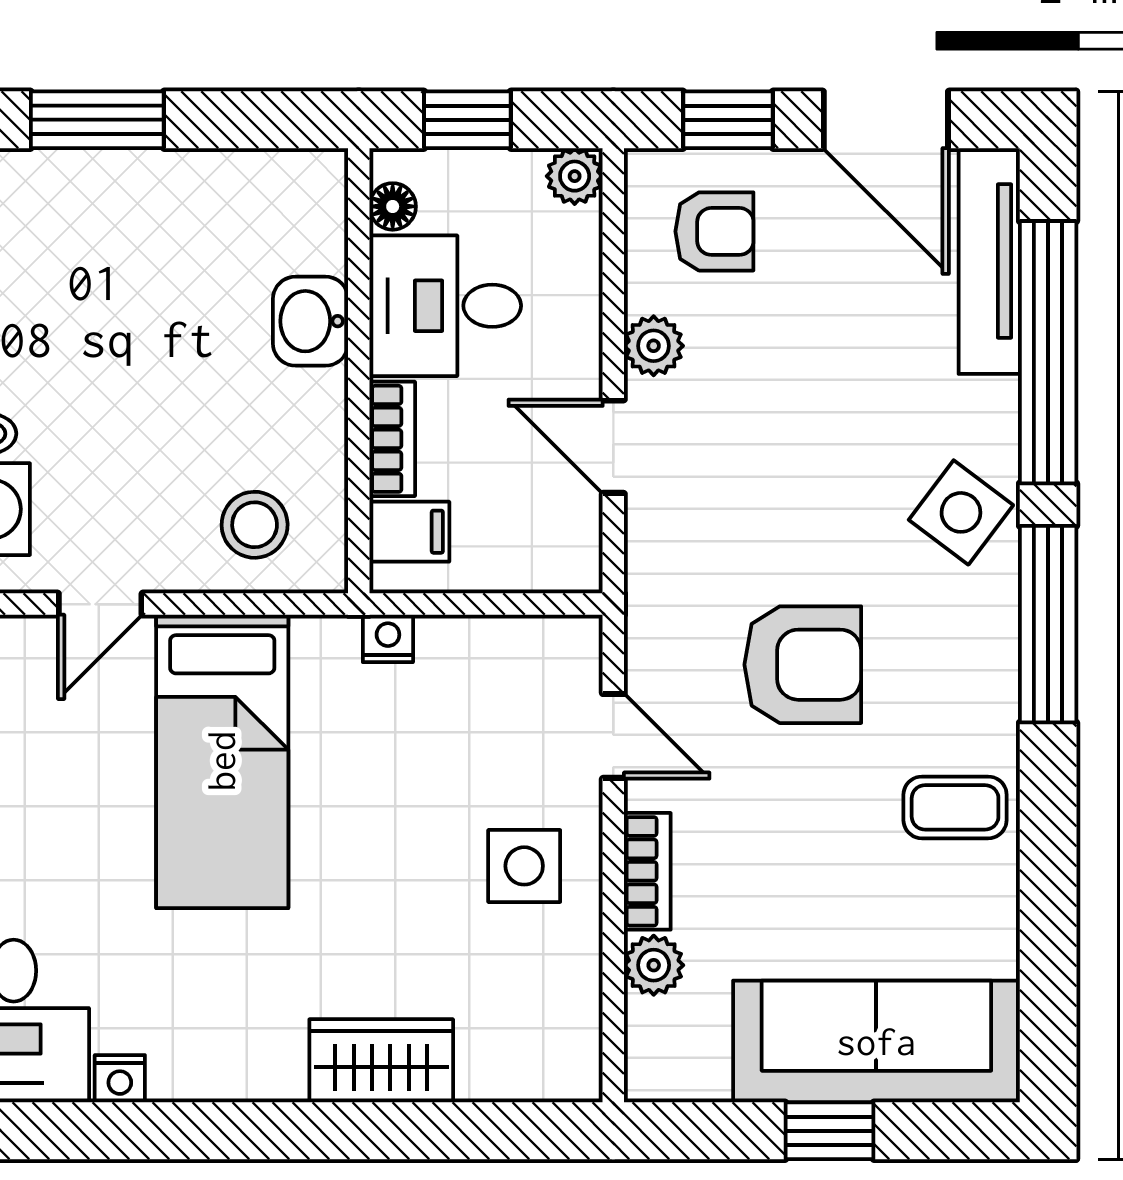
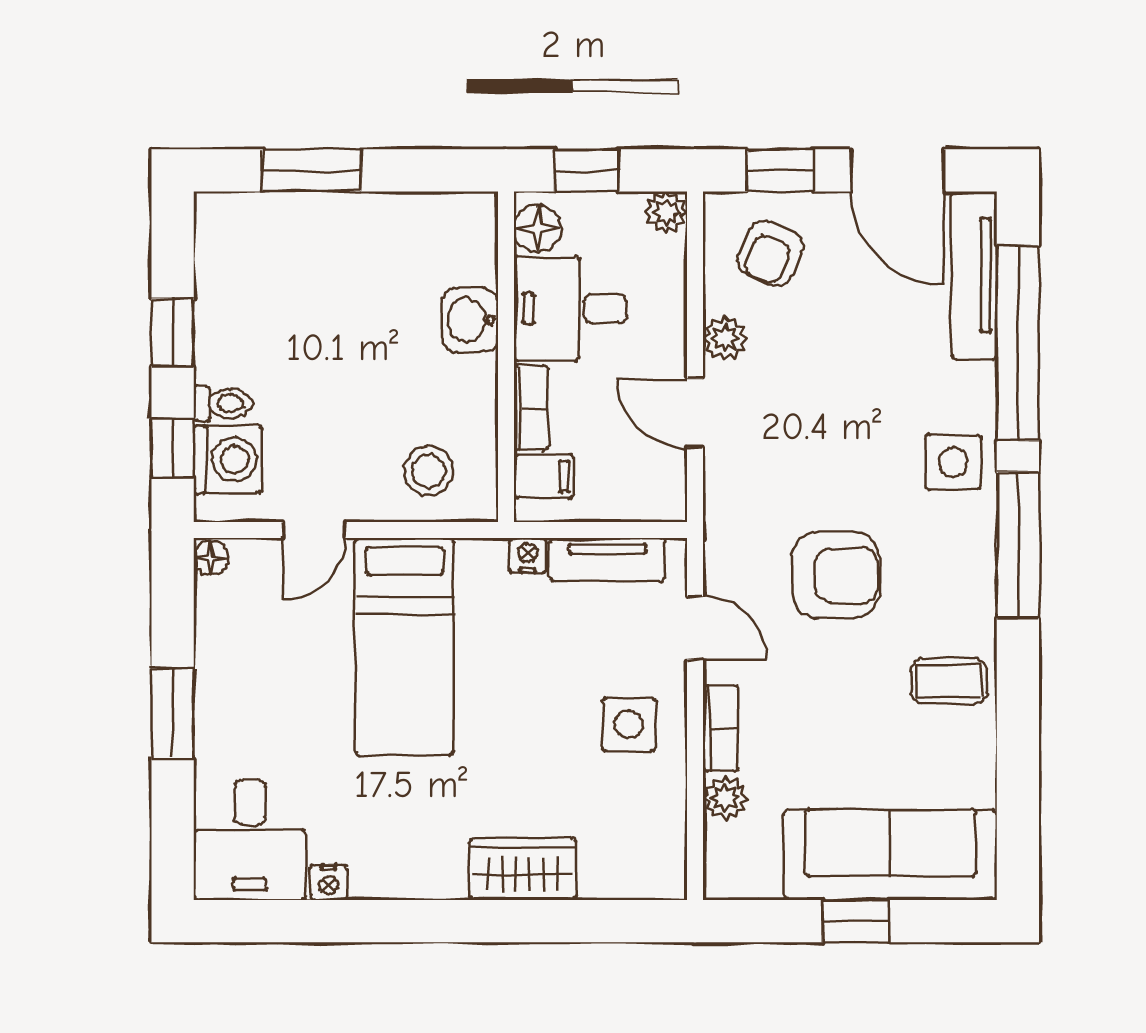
floor lamp: (393, 206) -> (538, 228), width x1.37, depth x1.37
armchair: (714, 231) -> (770, 253), turned 113
side table: (961, 512) -> (953, 462), turned -37
tv unit: (495, 644) -> (608, 560), added

